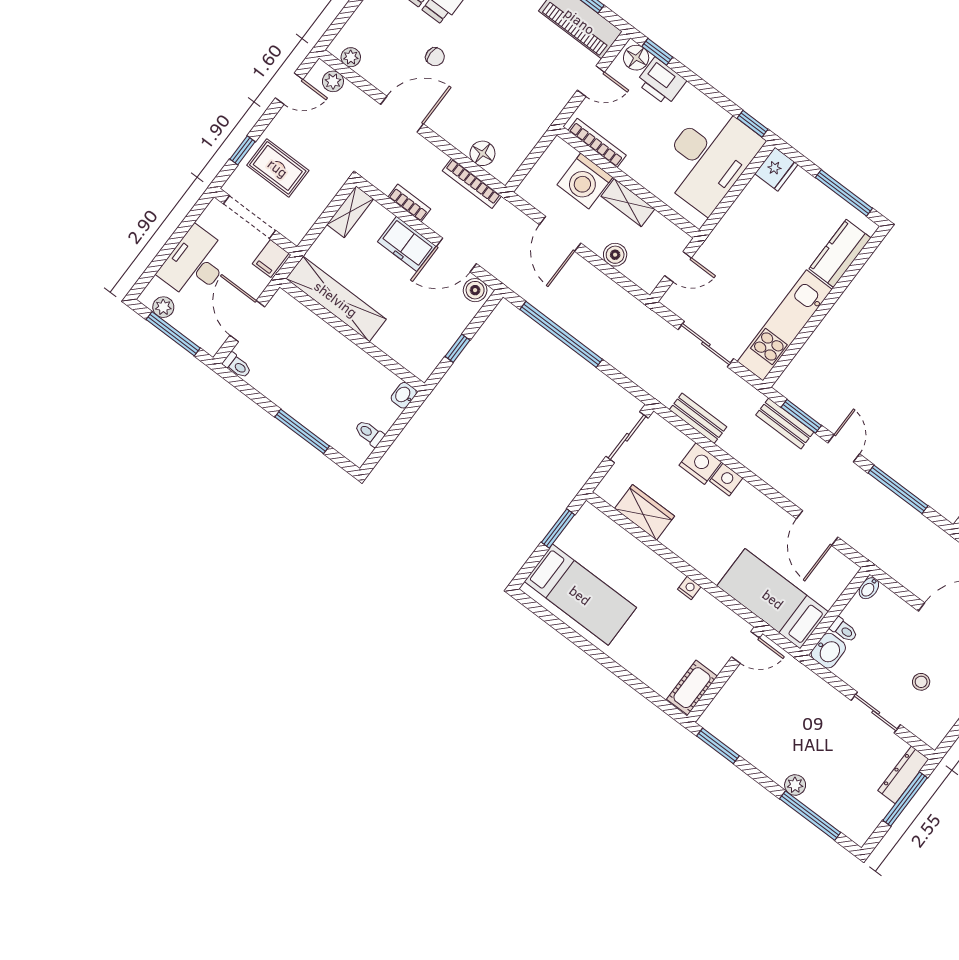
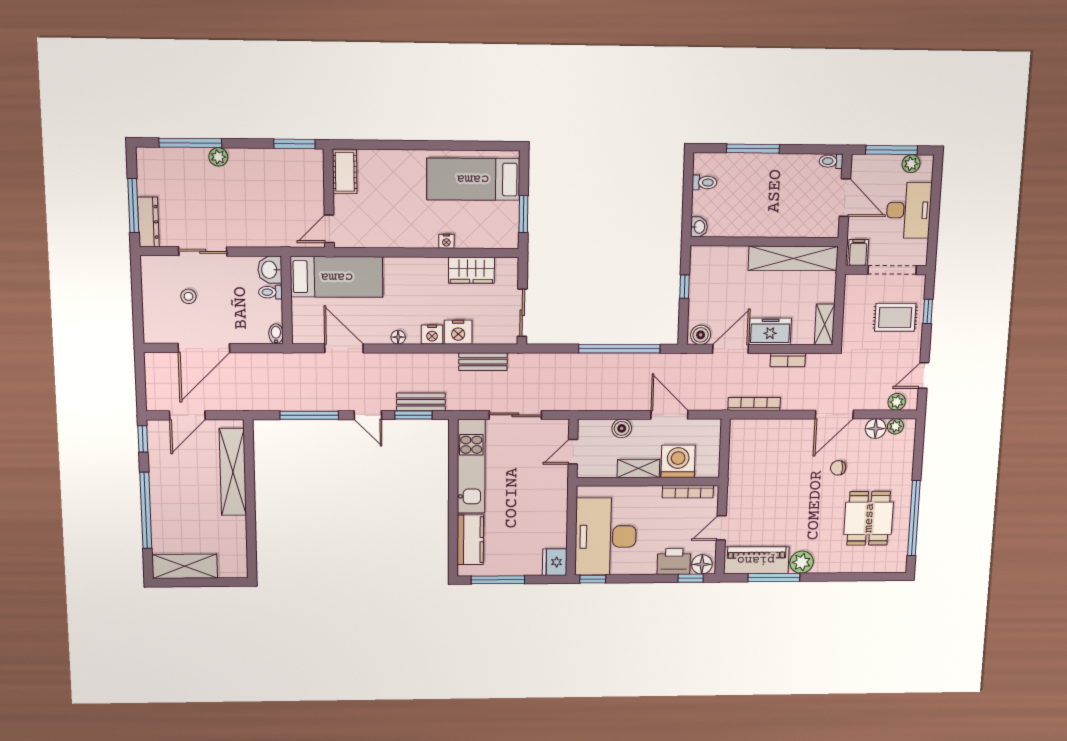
floor lamp: (482, 153) -> (876, 429), moved
floor lamp: (759, 501) -> (398, 337), added
nightstand: (689, 588) -> (446, 241), moved

